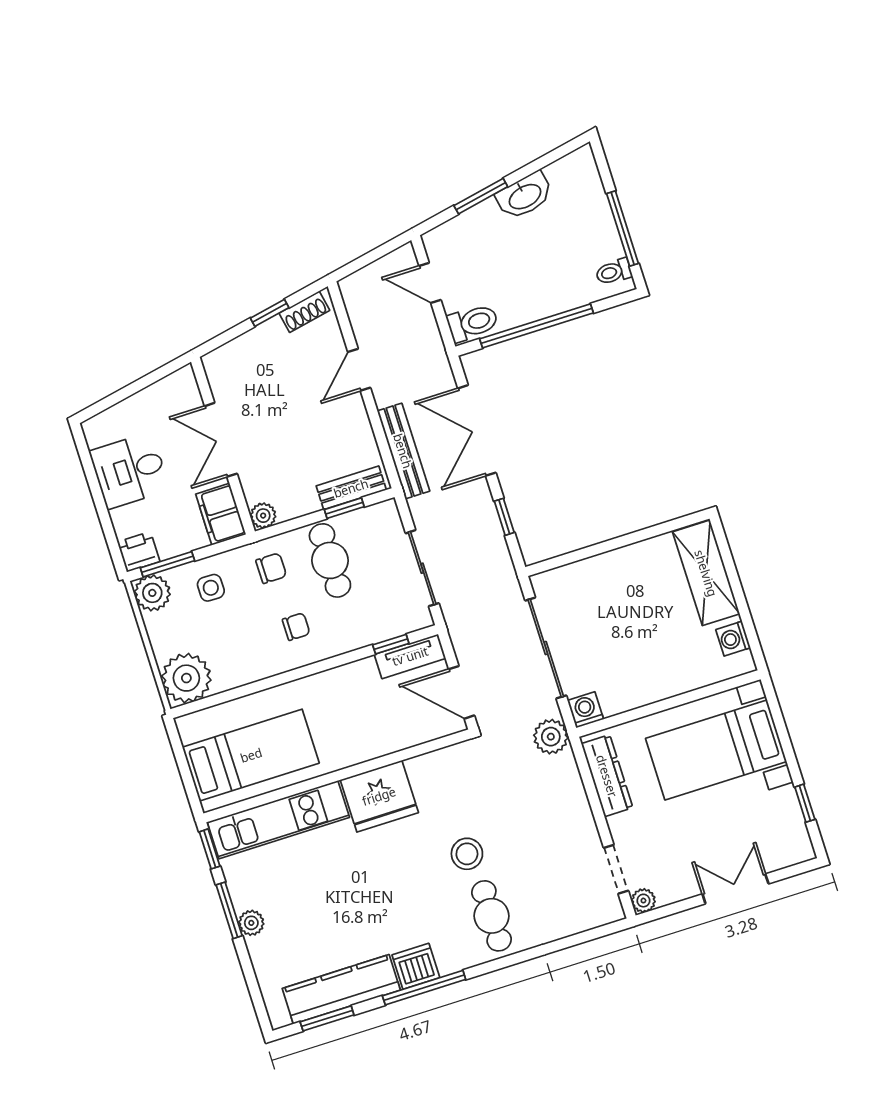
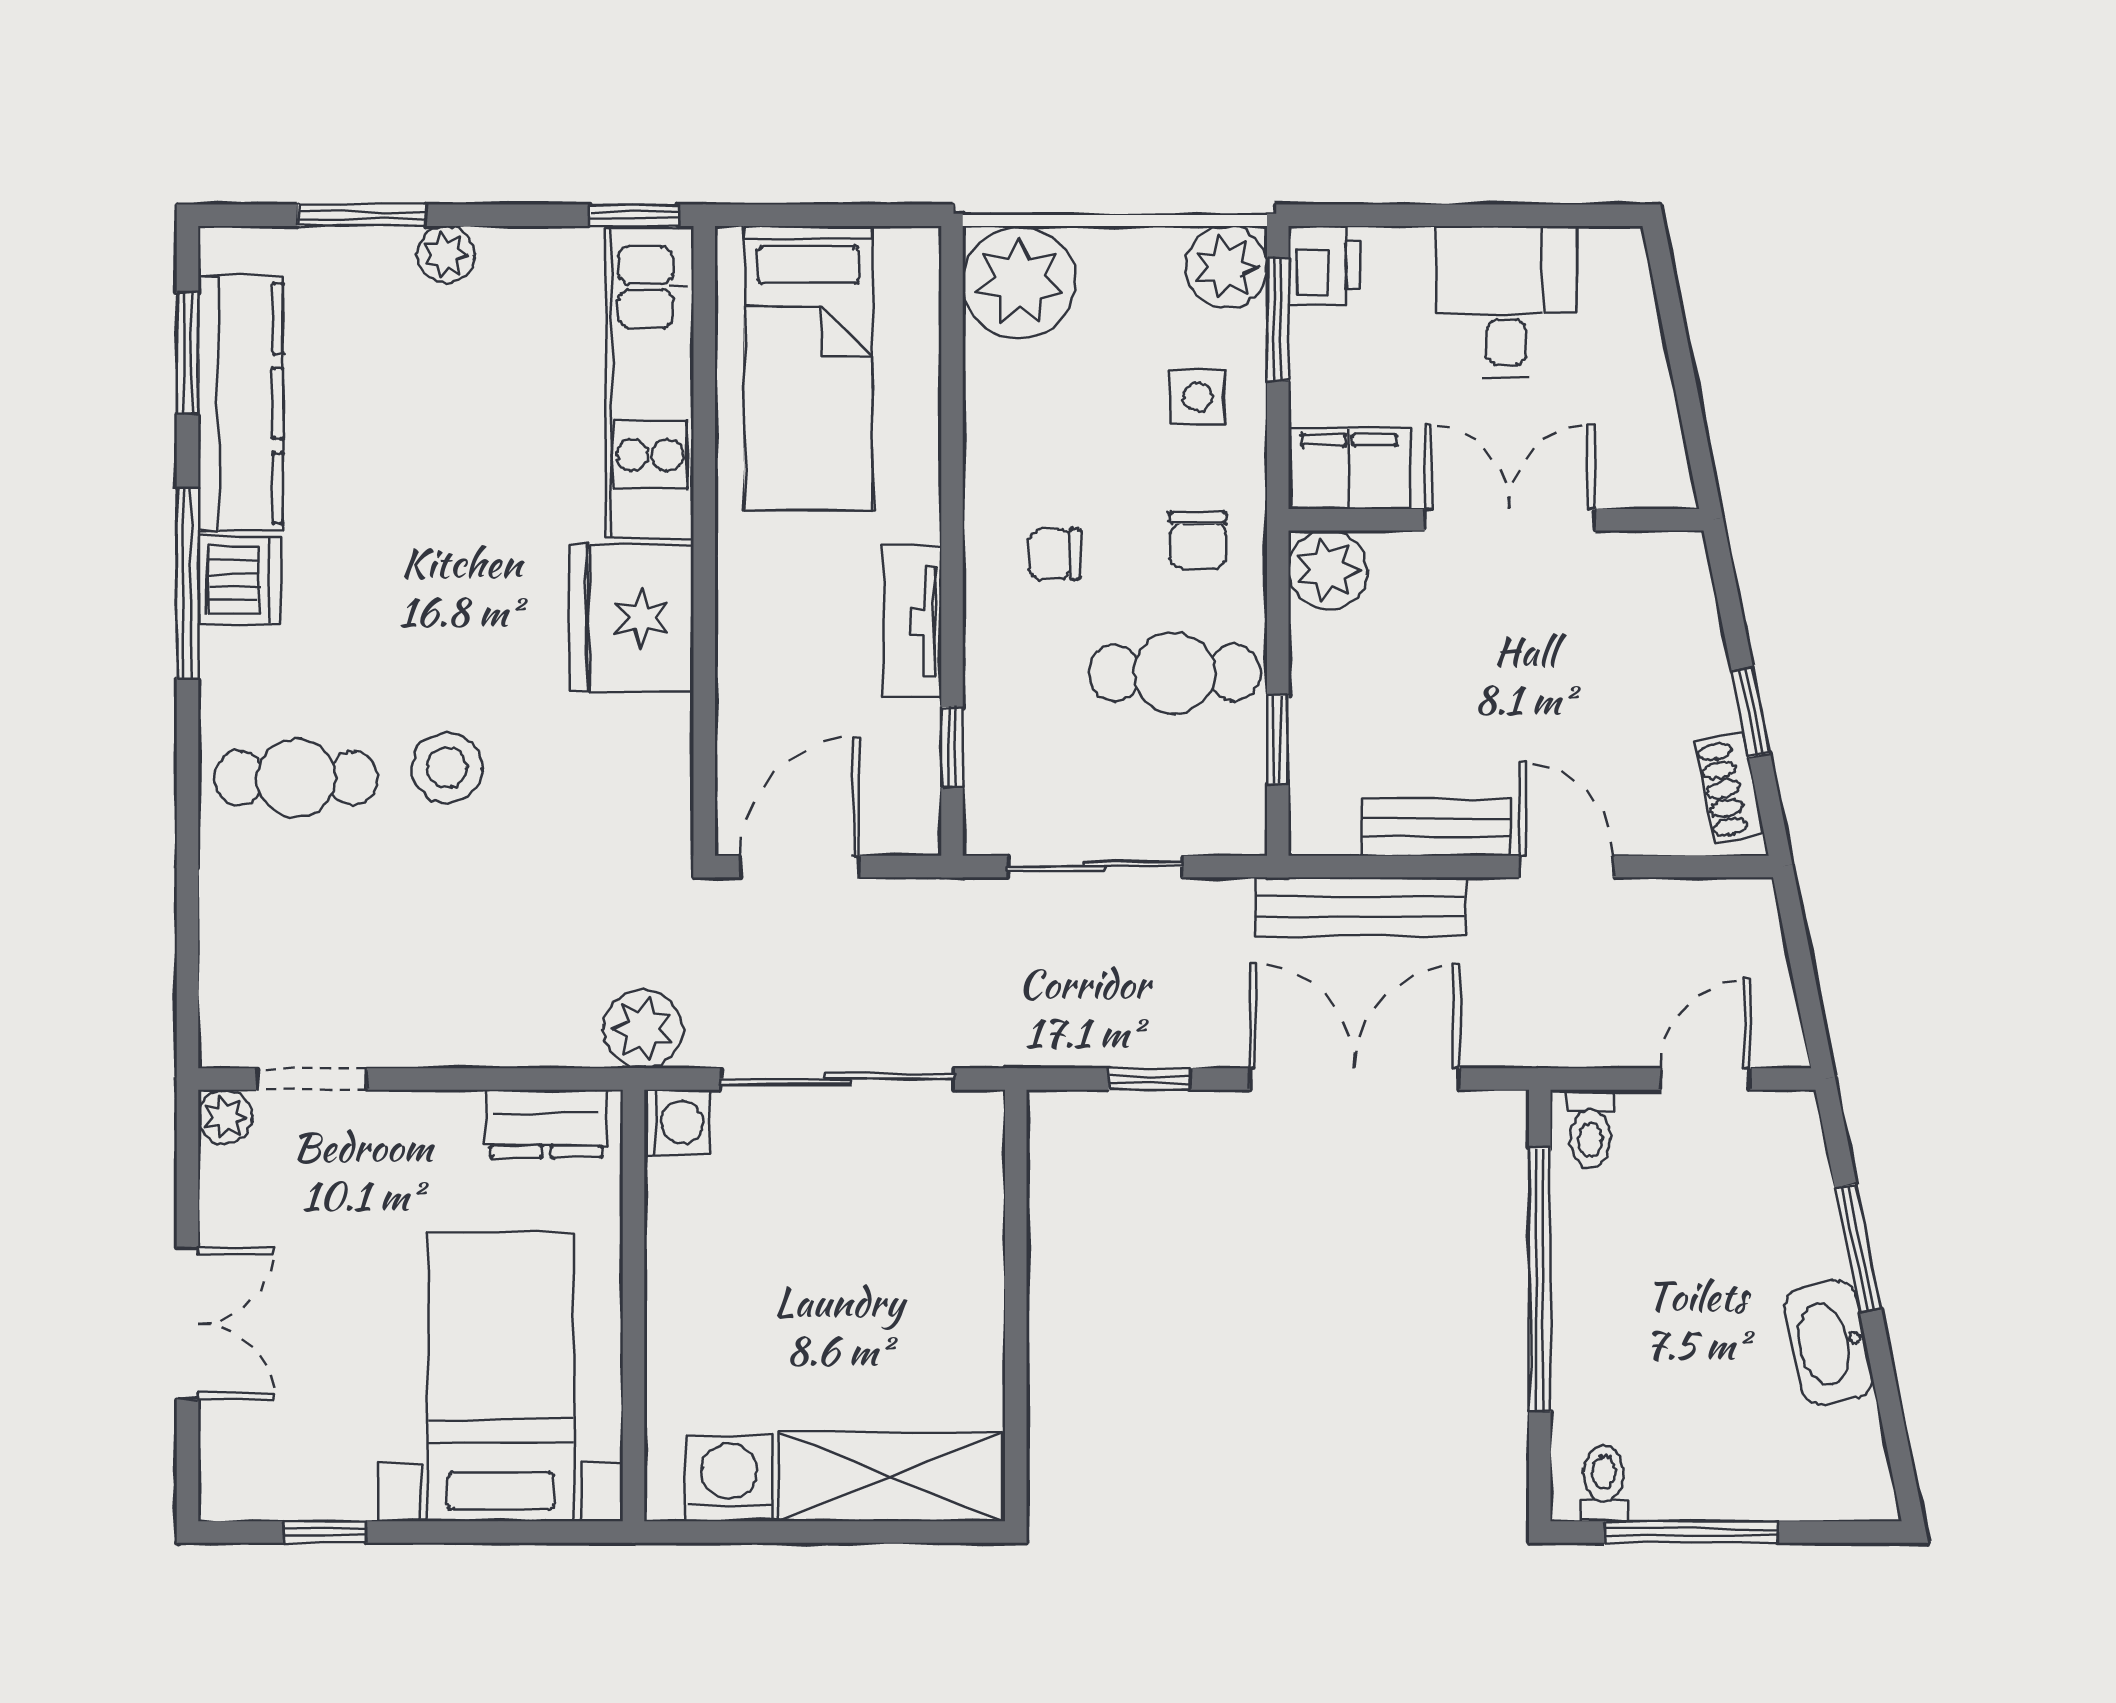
toilet: (473, 323) -> (1590, 1129), width x0.73, depth x0.72
bench: (351, 488) -> (1436, 827), moved, turned 90
plant: (263, 516) -> (1328, 570), width x1.38, depth x1.38
chair: (296, 627) -> (1055, 554), turned 90
washing machine: (733, 639) -> (729, 1478), width x1.38, depth x1.38
tv unit: (410, 656) -> (912, 622), moved
dresser: (607, 776) -> (546, 1124), width x0.70
window: (229, 910) -> (362, 215), moved

